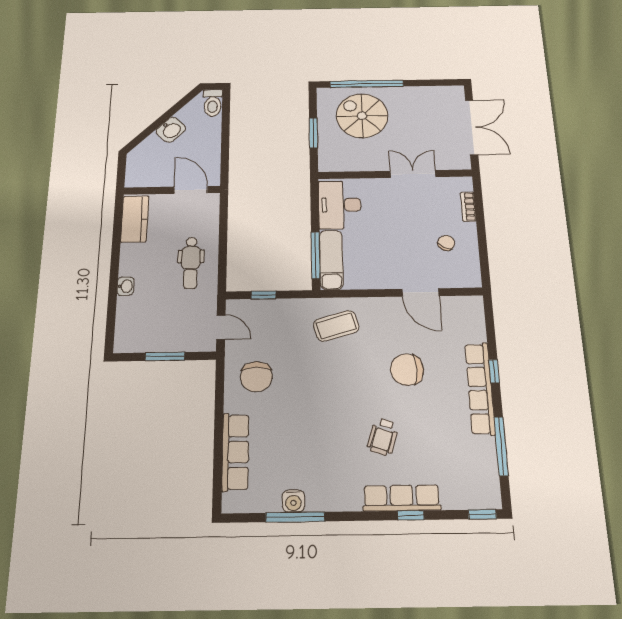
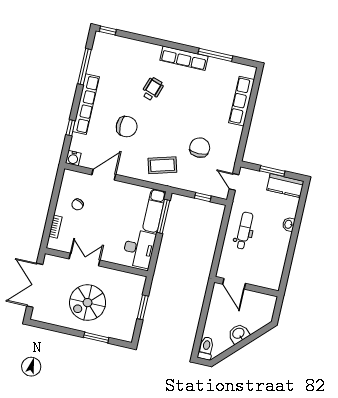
window: (367, 84) -> (96, 337), width x0.47
spiral stairs: (362, 116) -> (88, 303), moved, turned 90
double door: (413, 174) -> (85, 260), swing flipped
kitchen counter: (135, 219) -> (285, 186), moved, turned -90
door: (421, 292) -> (104, 175), hinge flipped
window: (494, 371) -> (71, 128), moved
chair: (256, 377) -> (200, 148), moved
row of seats: (402, 498) -> (184, 58), moved
water cooler: (293, 501) -> (73, 158), moved, turned 180
window: (411, 515) -> (149, 40), removed

